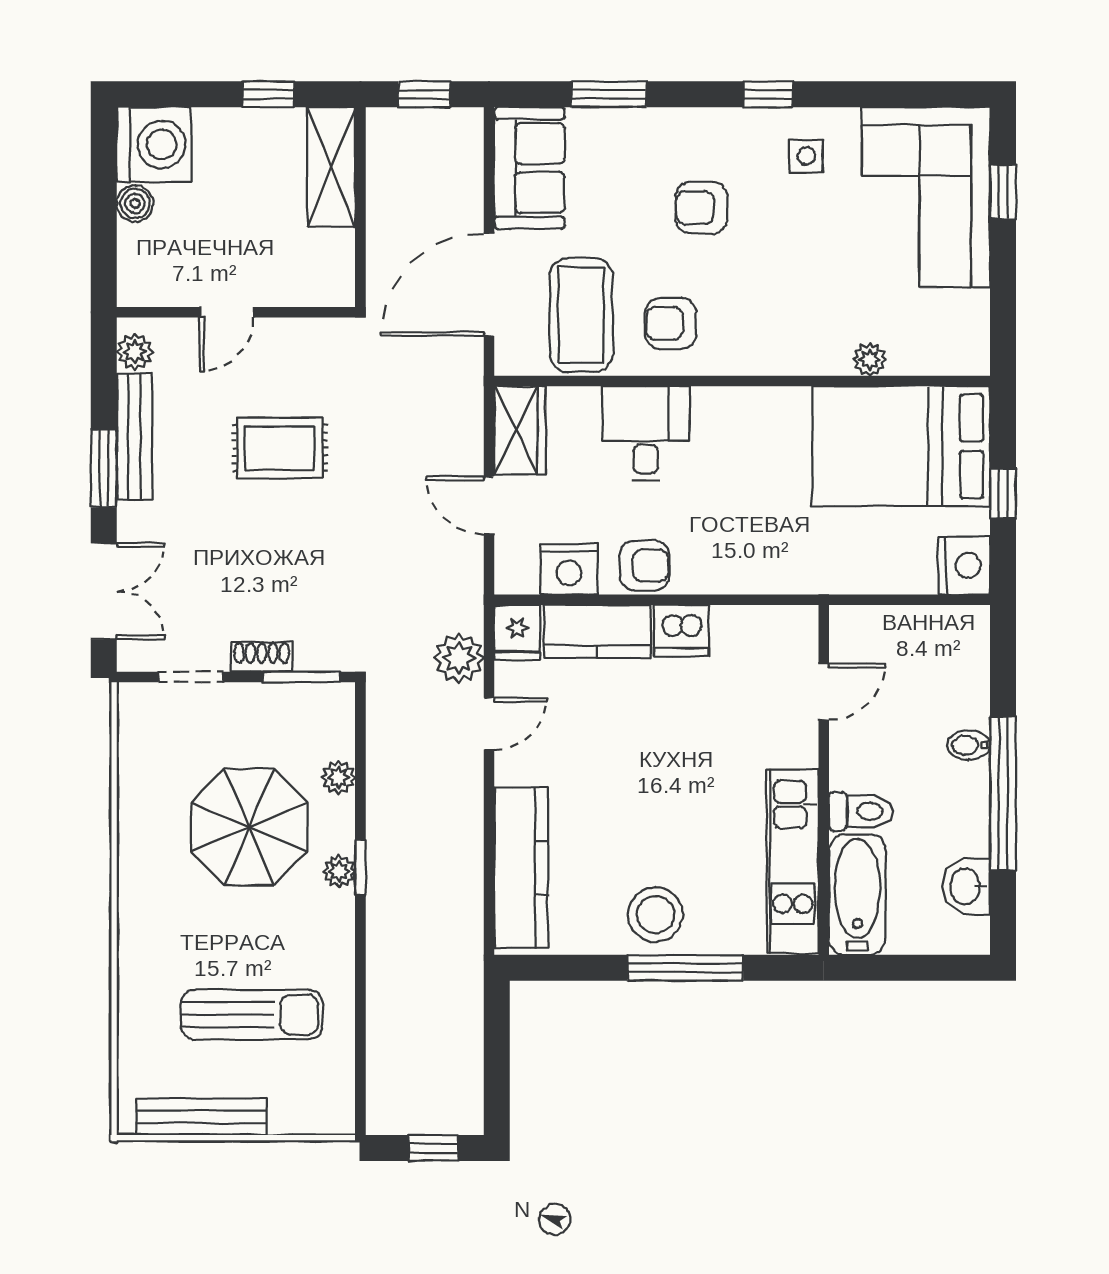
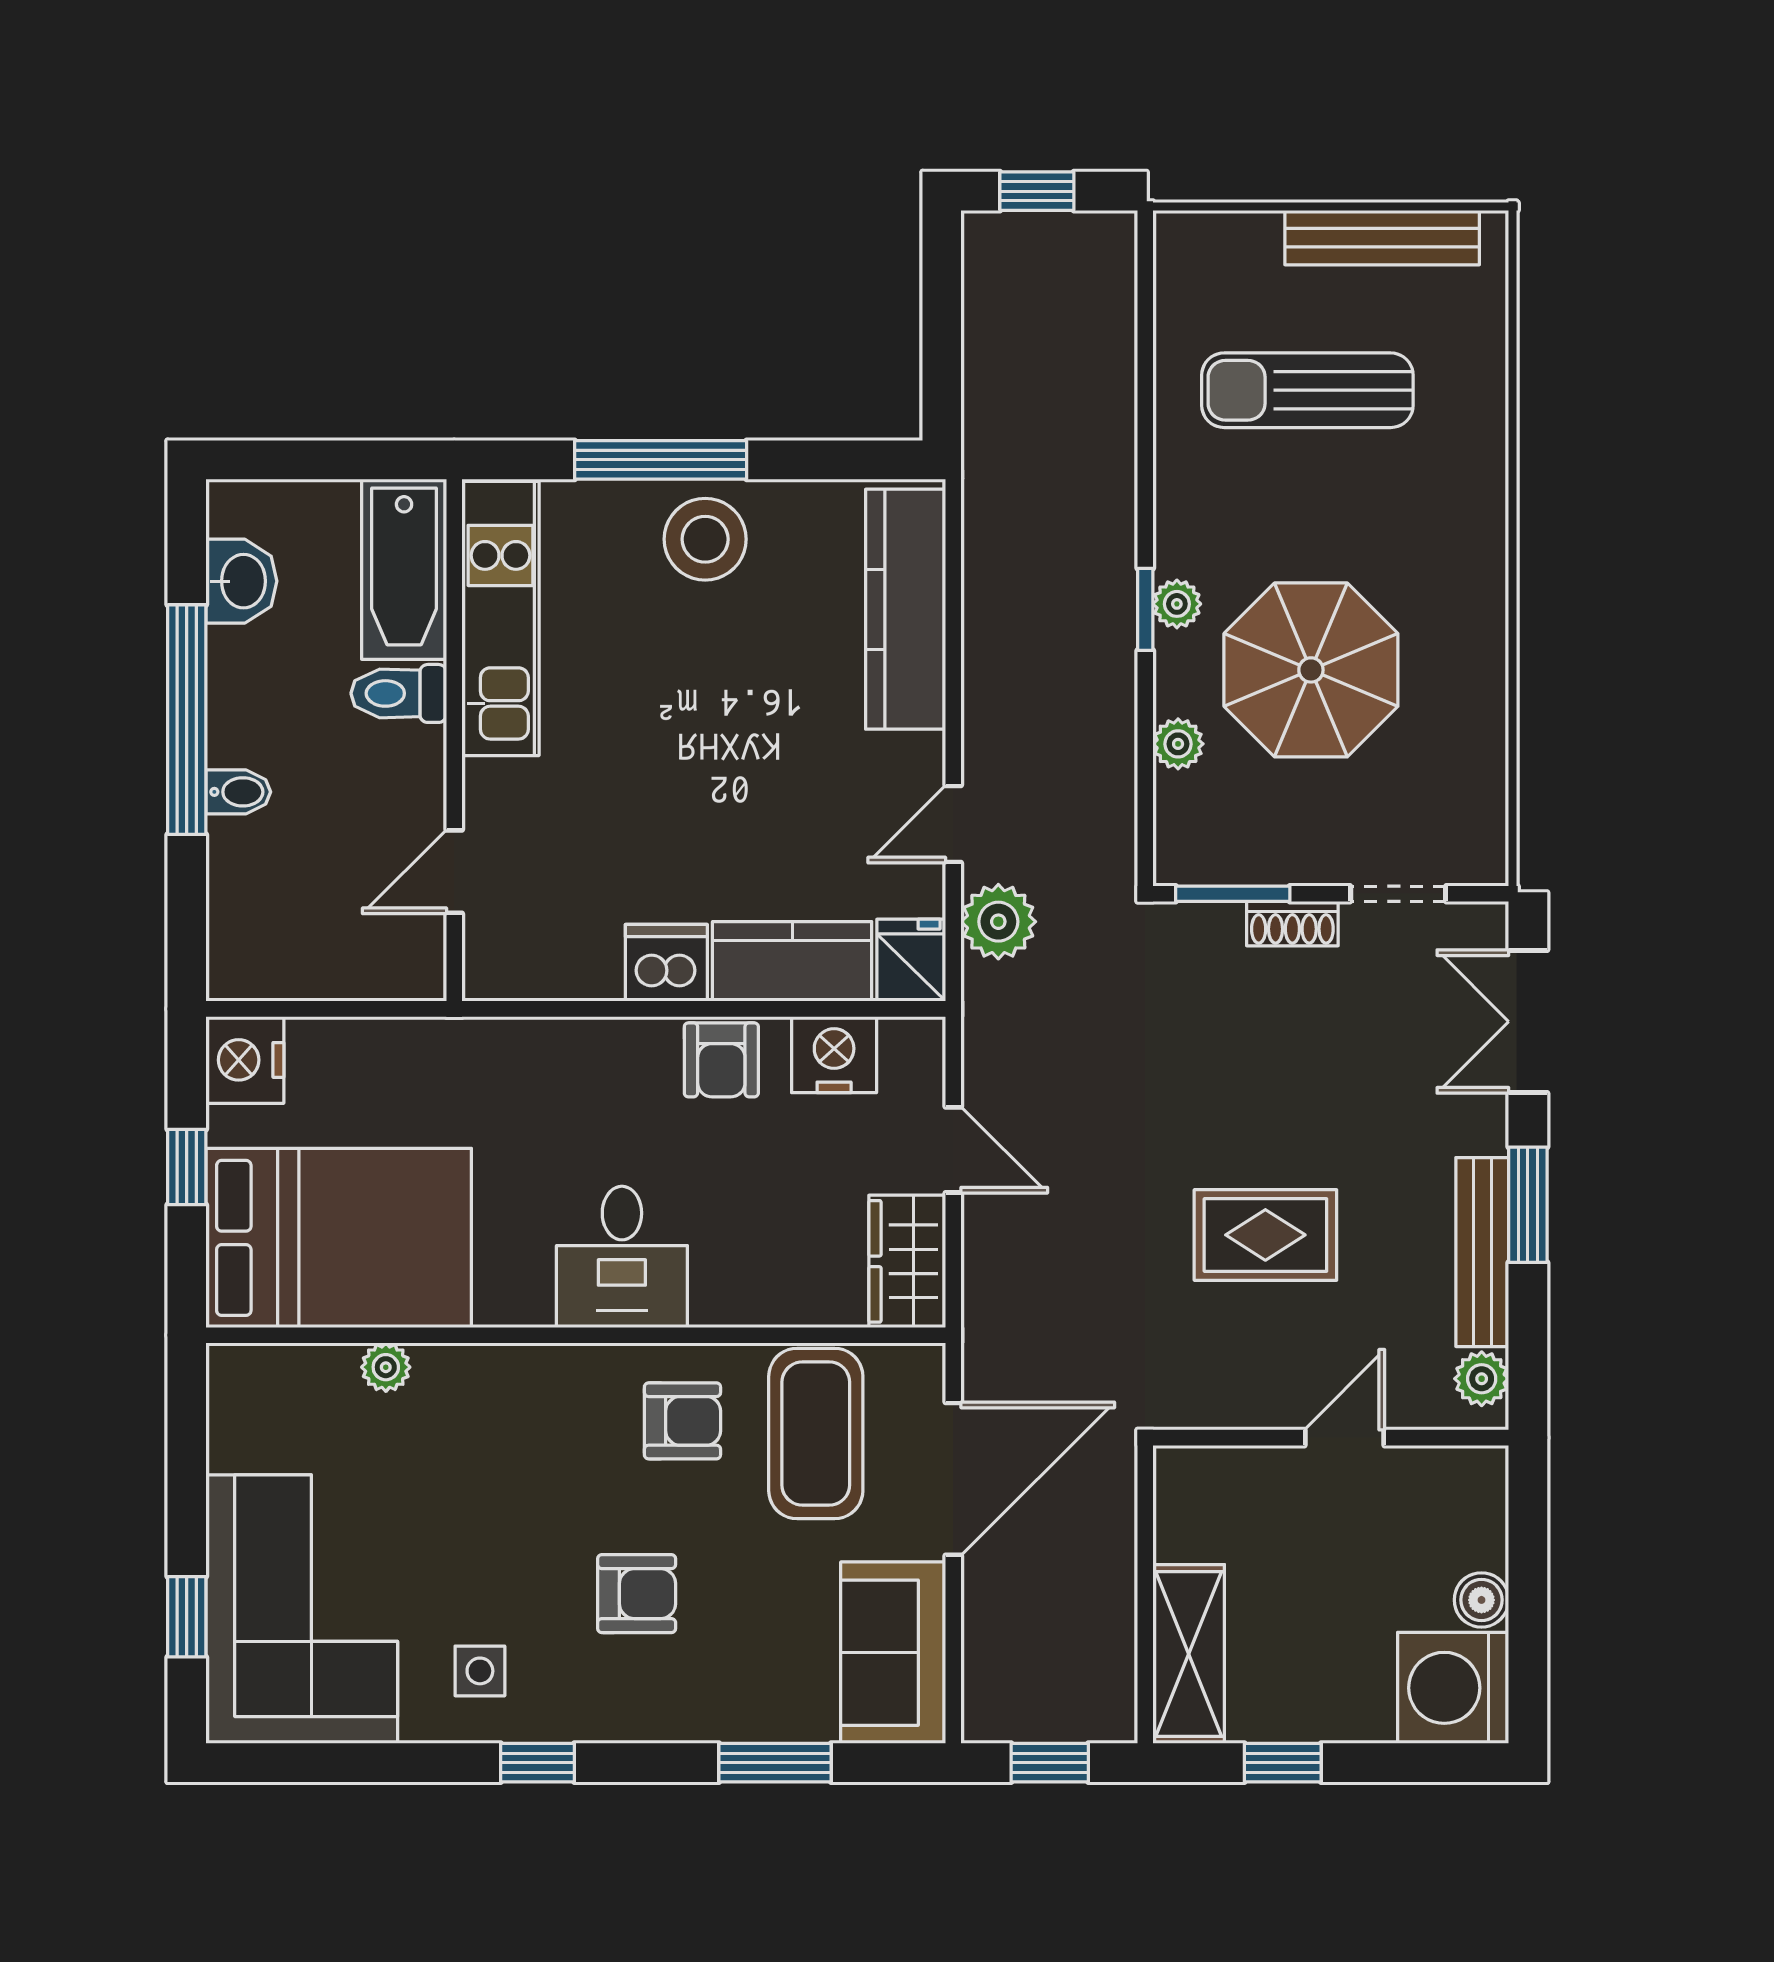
desk: (646, 433) -> (622, 1257), moved
armchair: (645, 566) -> (721, 1060), turned -90

